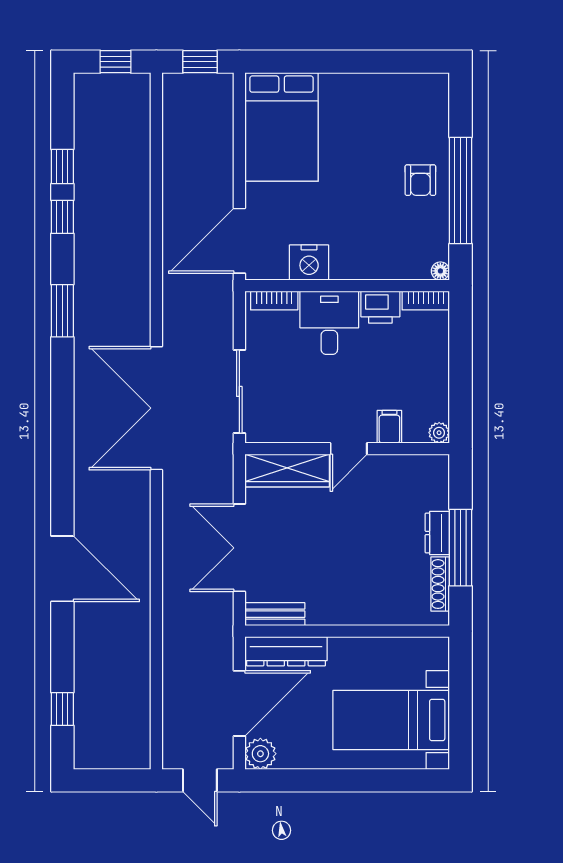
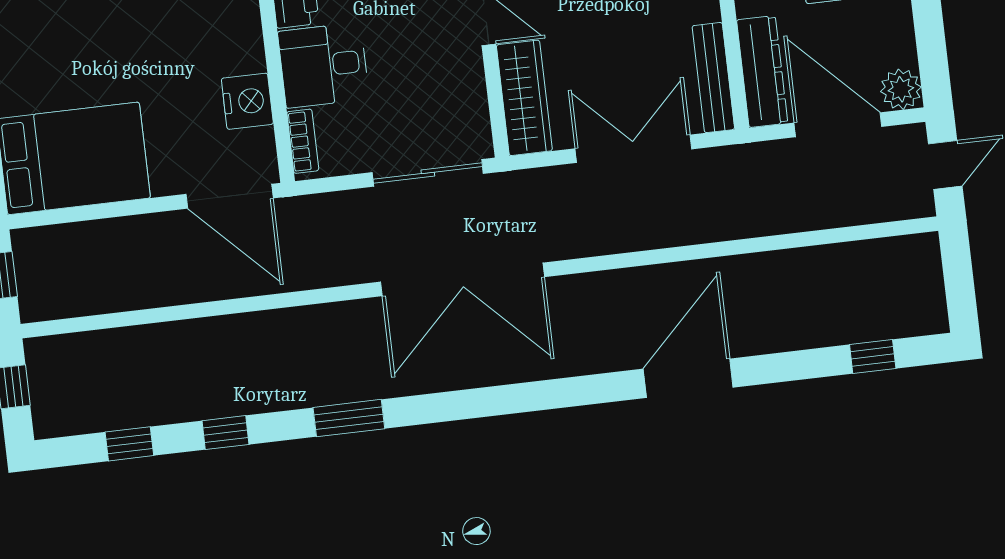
window: (62, 167) -> (129, 444), moved
double door: (239, 548) -> (633, 149), swing flipped
bench: (275, 614) -> (713, 78), width x1.36

